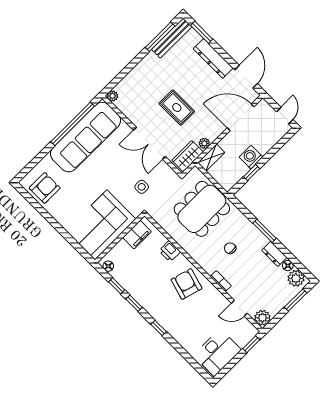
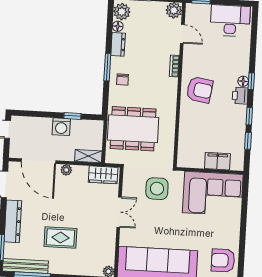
rug: (177, 108) -> (60, 238), moved, turned 90
double door: (149, 143) -> (119, 212), width x0.73
plant: (204, 143) -> (66, 170), moved
side table: (142, 187) -> (157, 189), width x1.87, depth x1.87
filing cabinet: (137, 235) -> (217, 161), moved
chair: (230, 248) -> (123, 79), moved
printer: (170, 251) -> (240, 96), moved, turned 180
floor lamp: (108, 266) -> (243, 81), moved
armchair: (186, 284) -> (200, 90), turned -97

